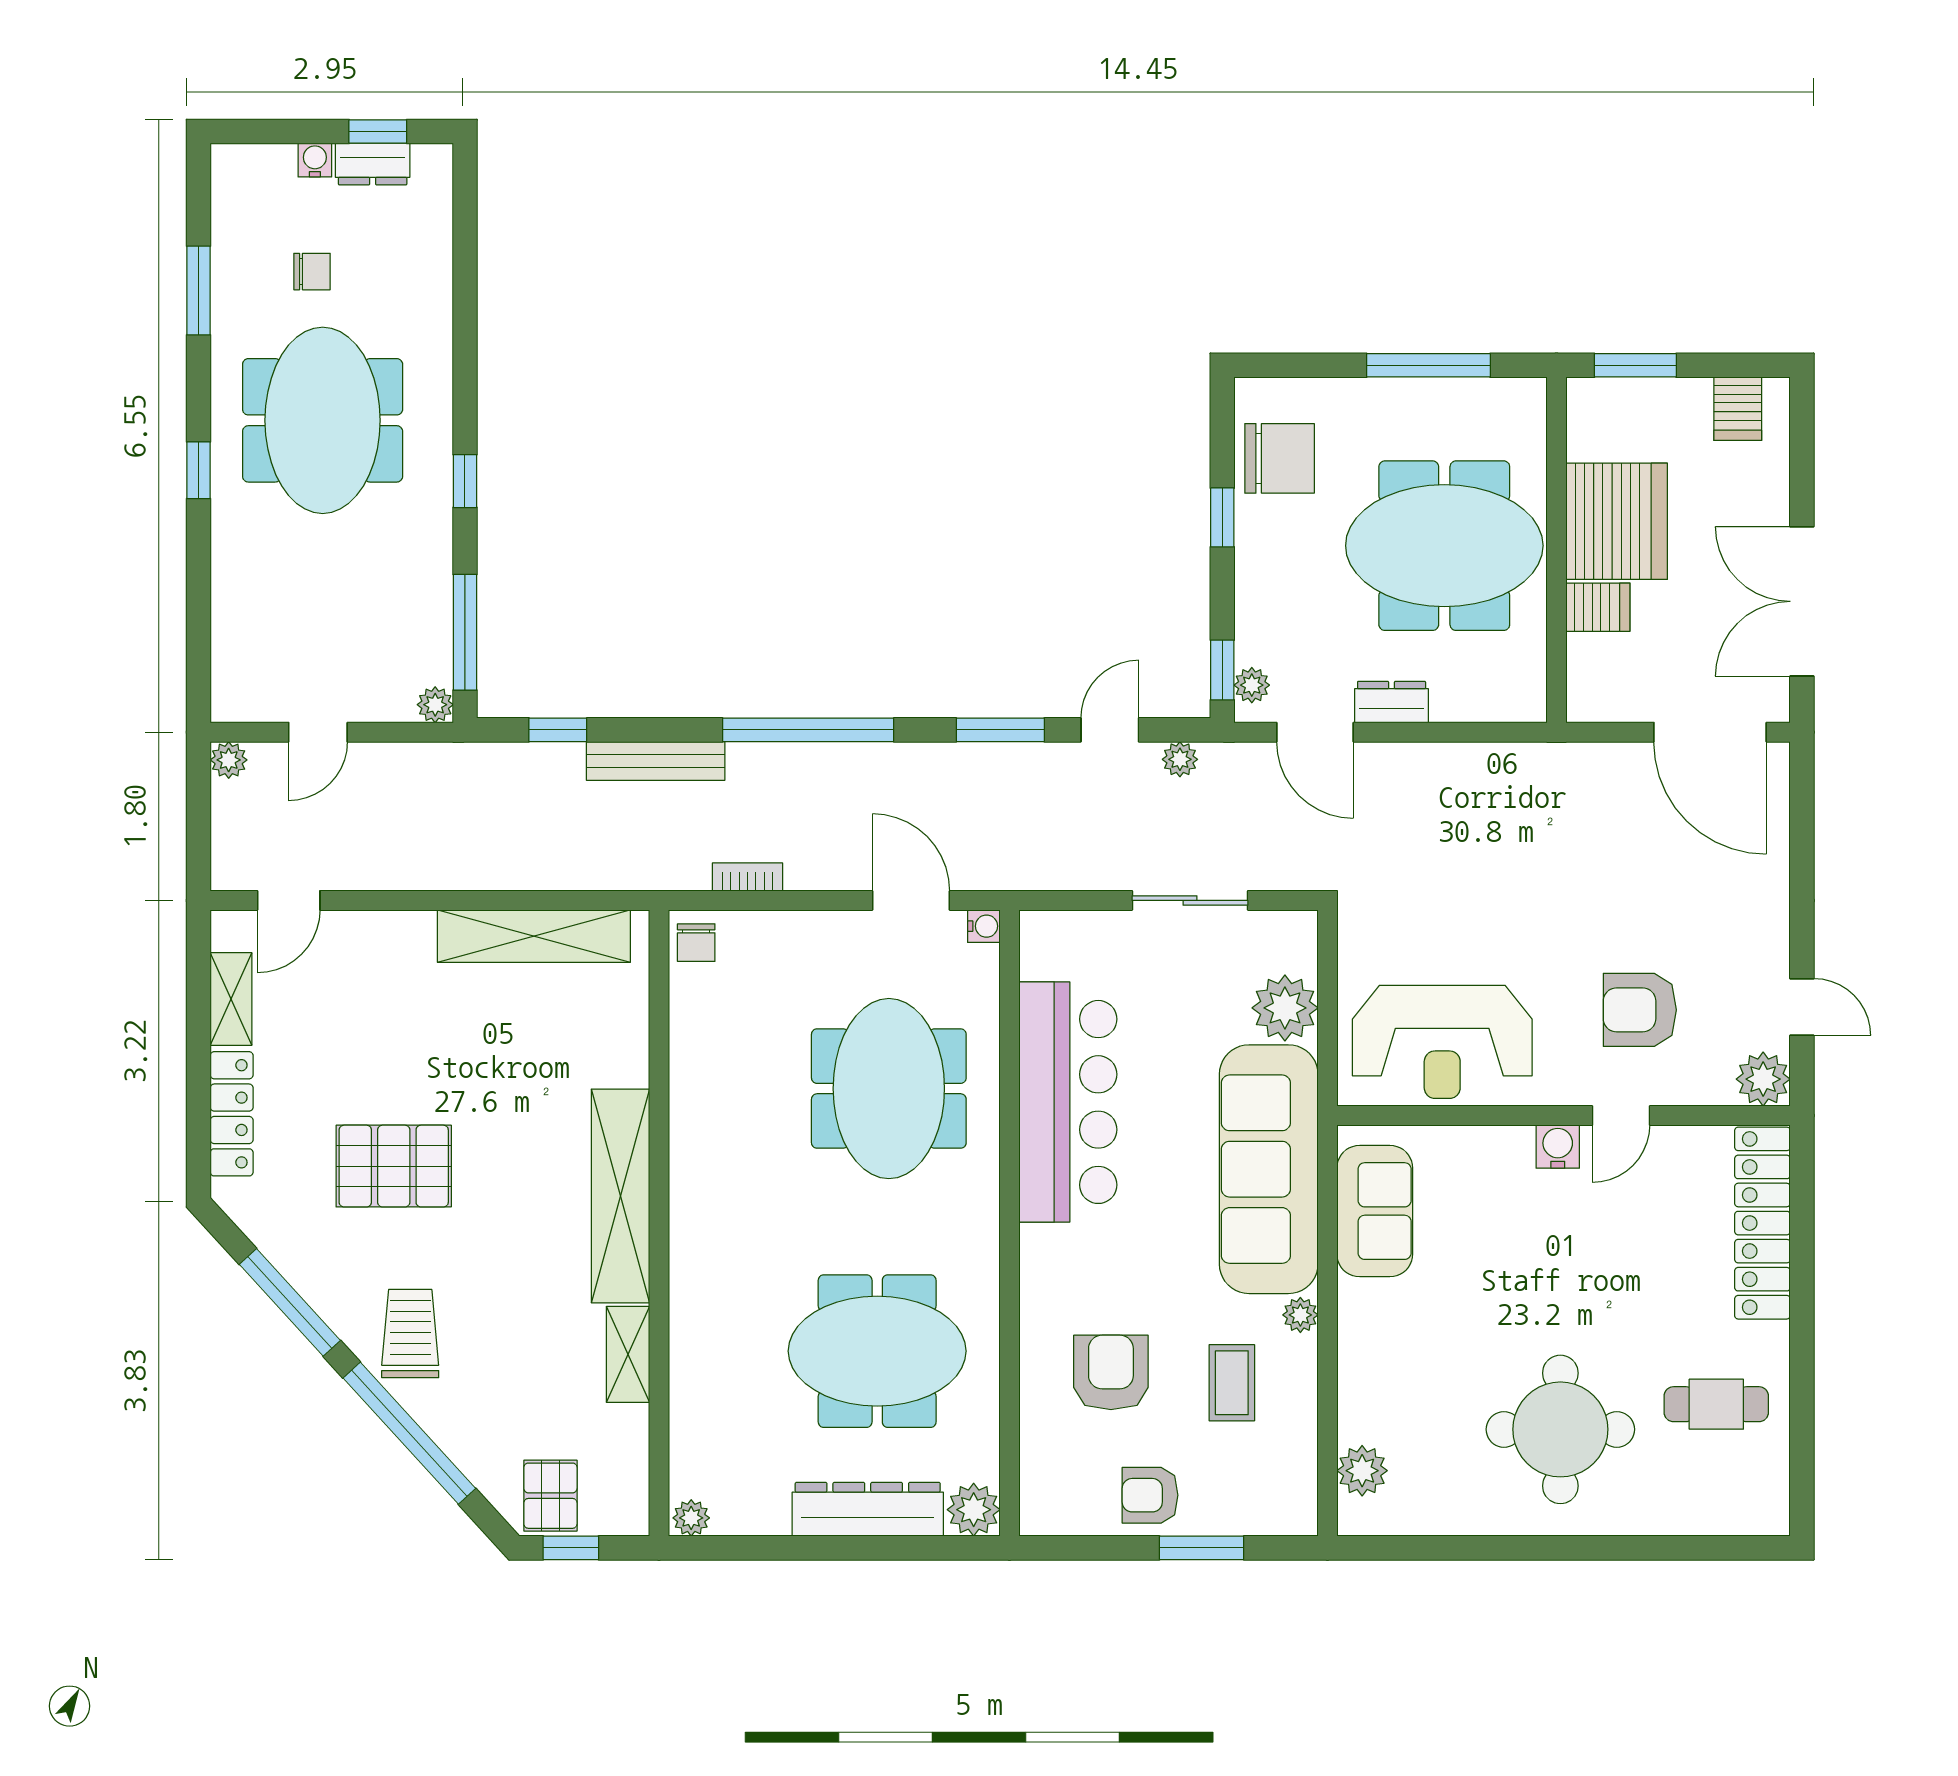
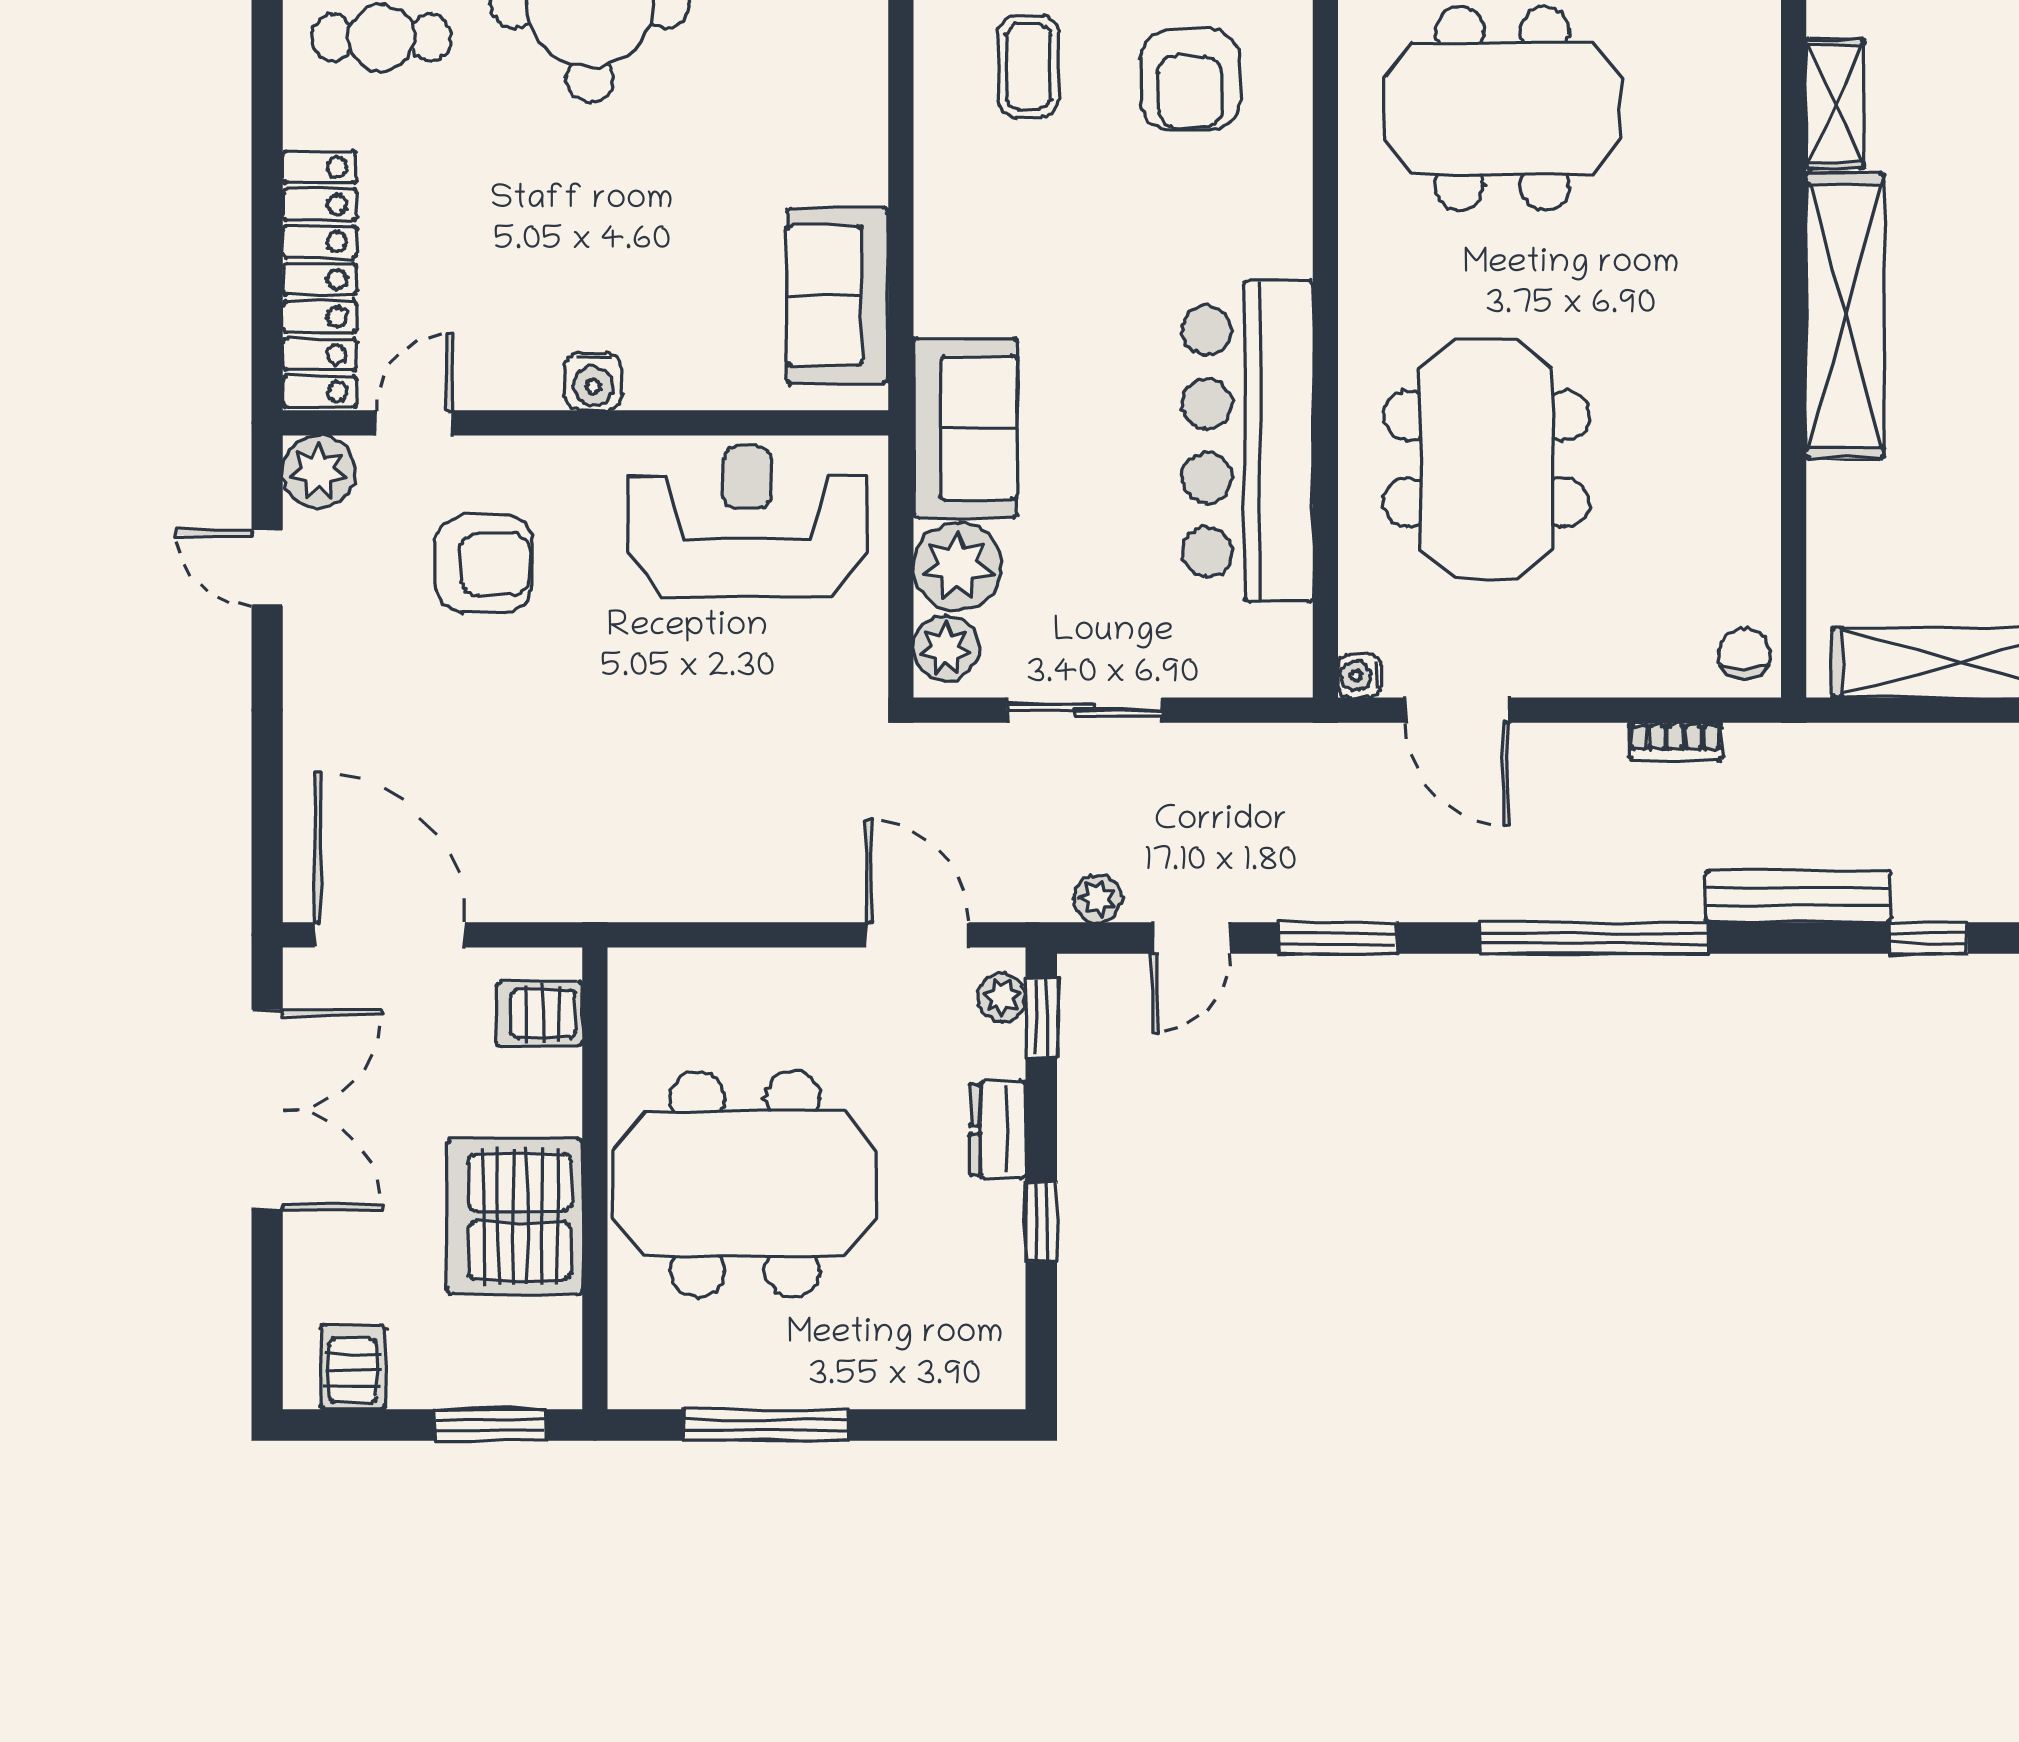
chair: (1280, 458) -> (965, 1301), removed
server rack: (1598, 607) -> (540, 1013), moved
dresser: (1392, 702) -> (998, 1130), moved, turned 90
door: (1621, 1116) -> (414, 423), moved
sofa: (1269, 1169) -> (965, 428), width x0.54, depth x0.79
plant: (1300, 1315) -> (946, 648), moved, width x1.38, depth x1.38

